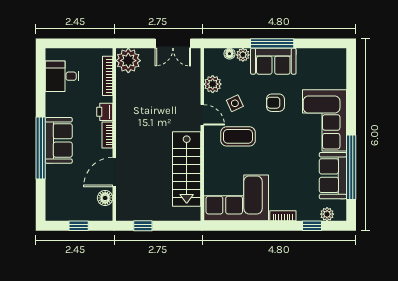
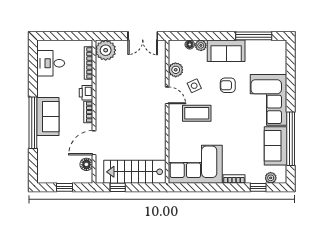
window: (272, 43) -> (254, 36), moved
stairs: (187, 169) -> (135, 172), moved, turned 90

